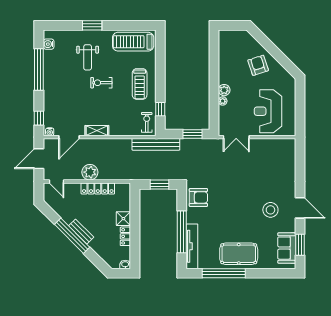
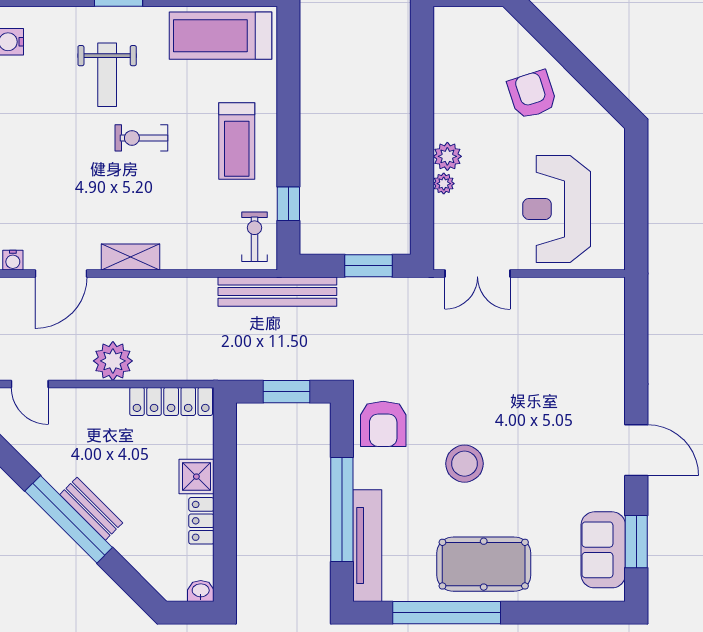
locker: (98, 188) -> (171, 401), moved
armchair: (198, 197) -> (383, 424), turned 90
stool: (270, 210) -> (464, 464), moved

